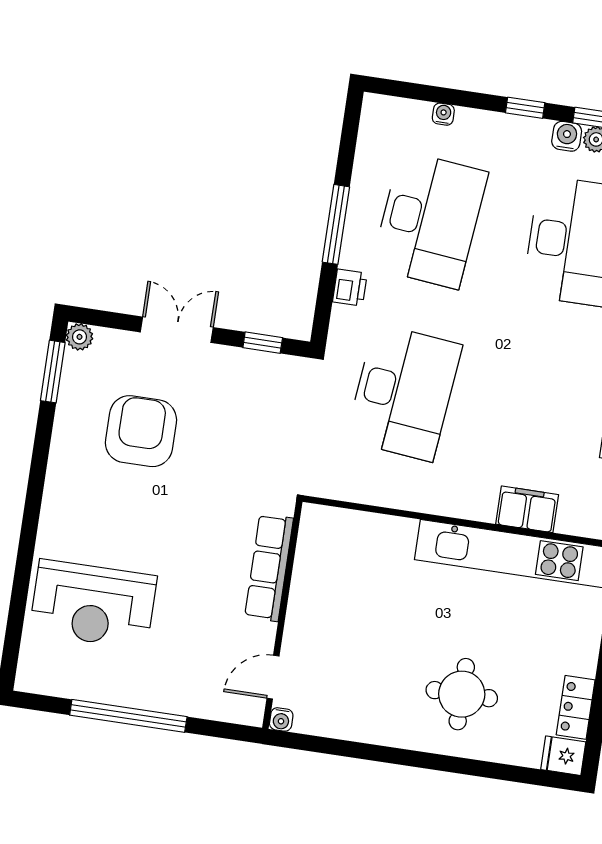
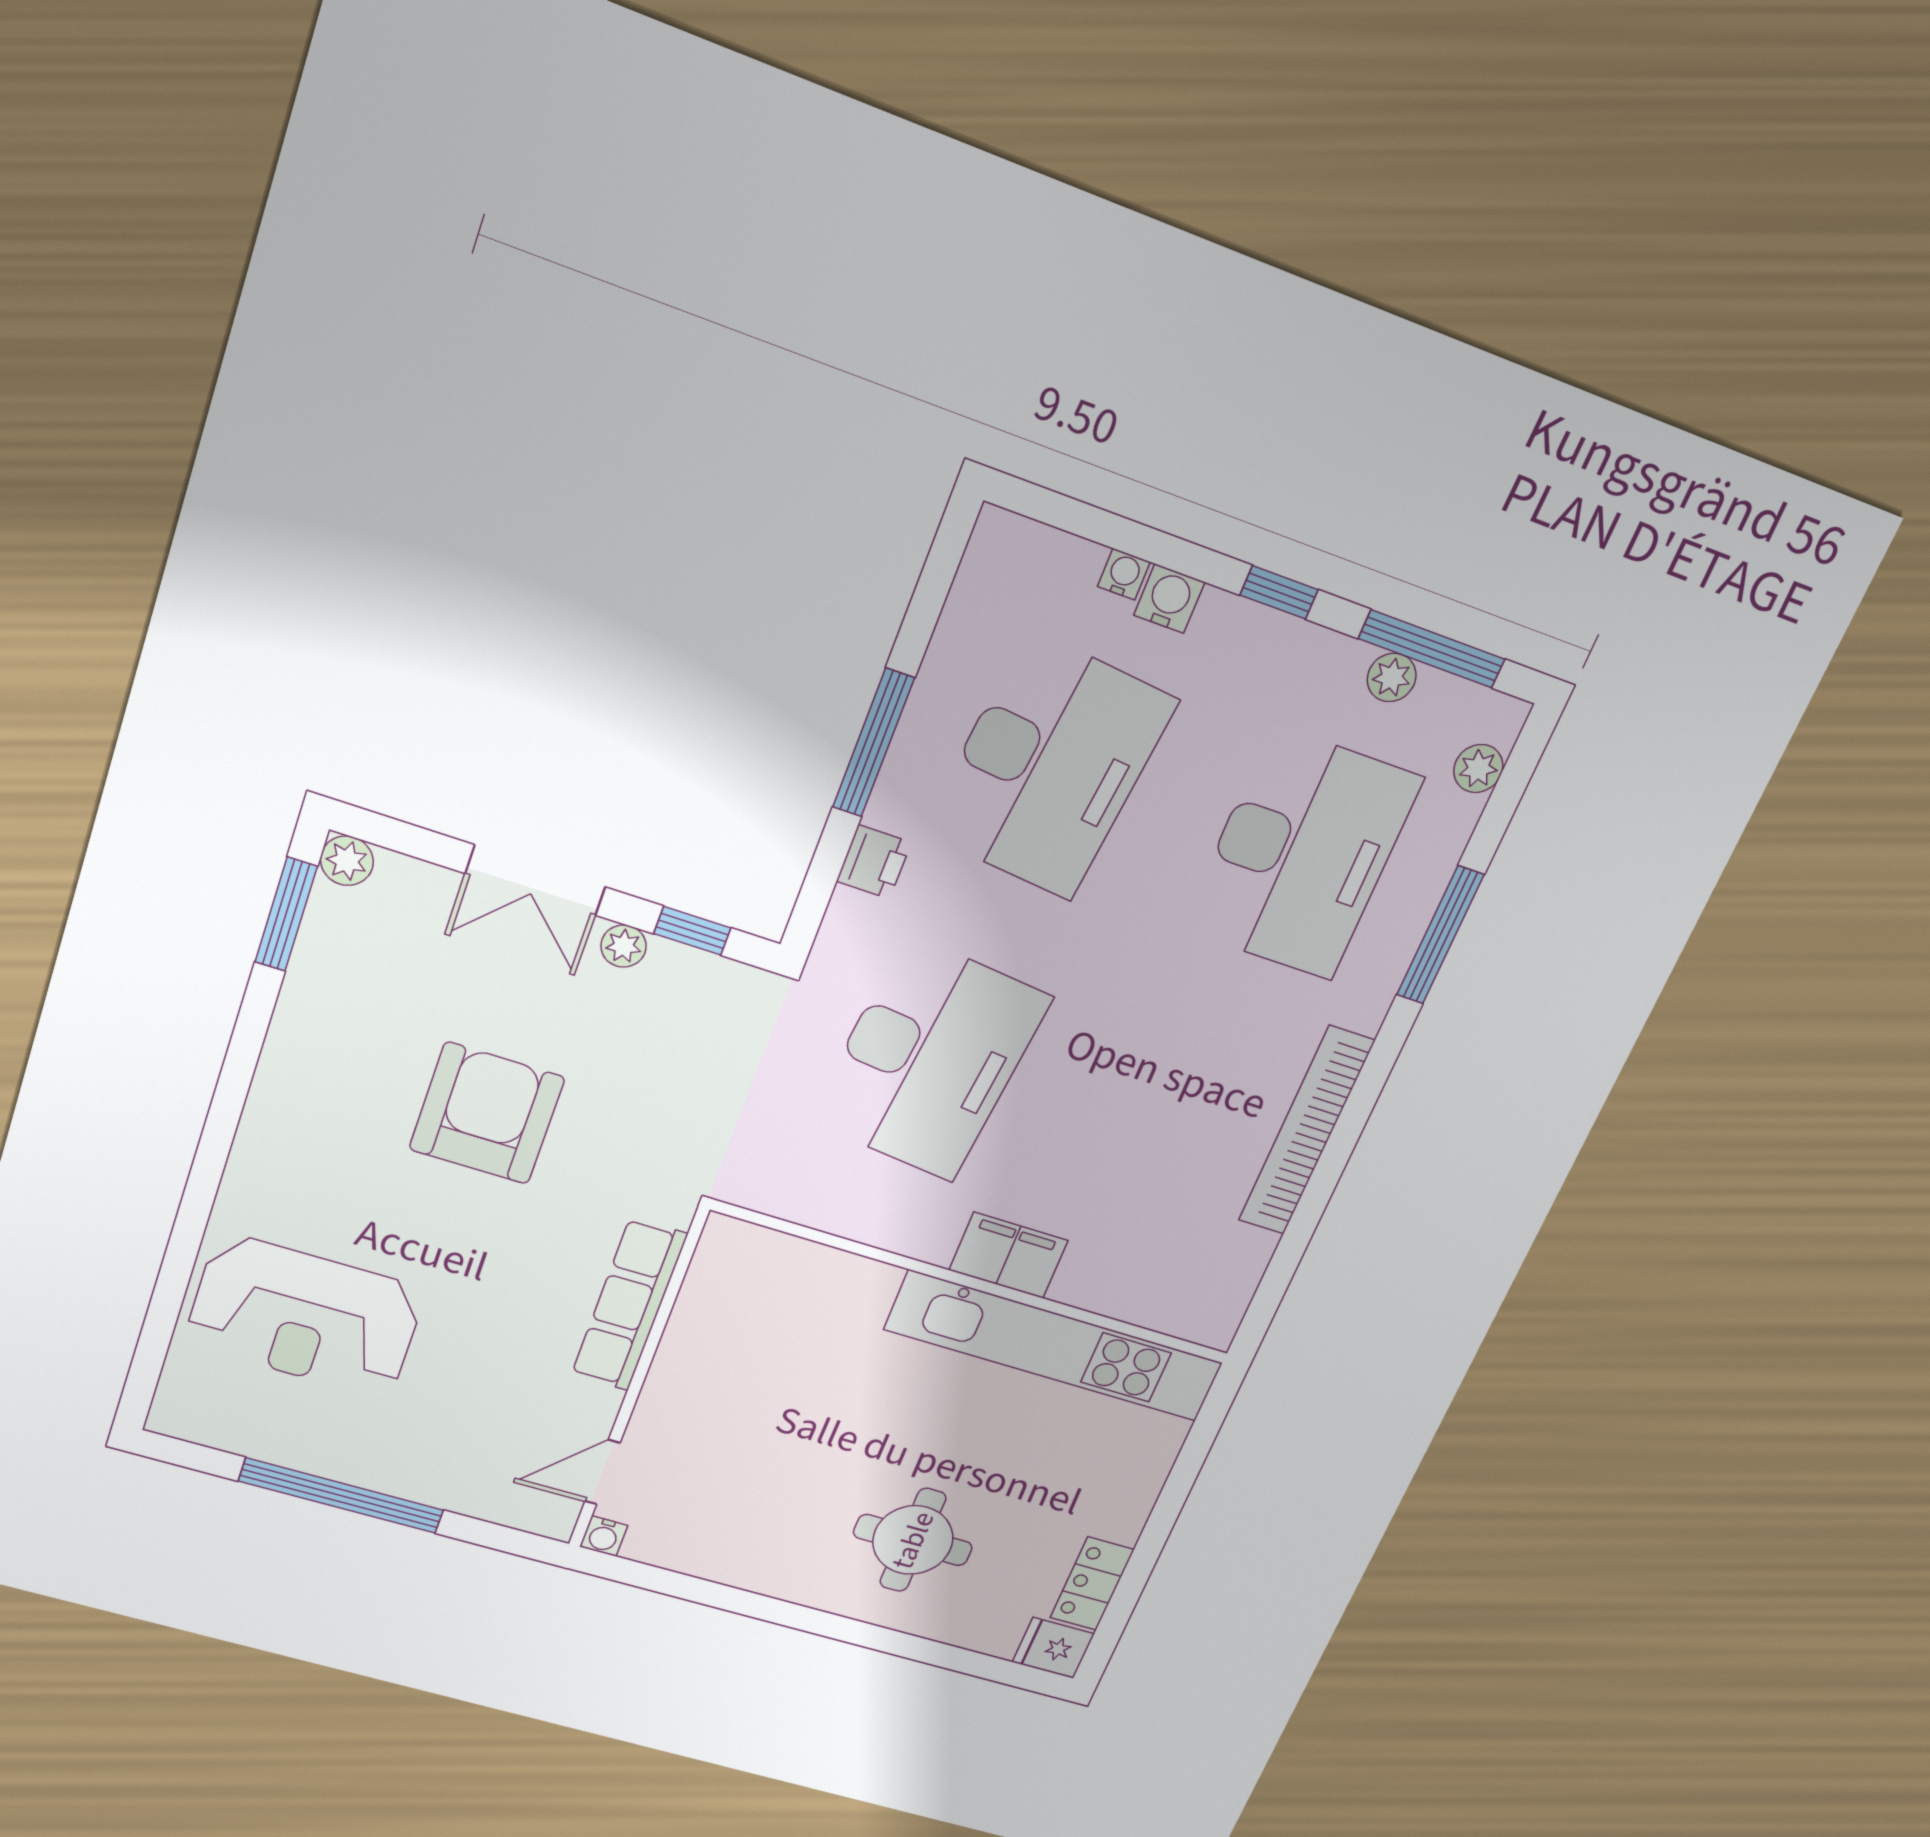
water cooler: (567, 136) -> (1169, 599), moved
double door: (177, 330) -> (535, 880), swing flipped
plant: (228, 358) -> (624, 946), added
armchair: (141, 431) -> (487, 1113), moved
filing cabinet: (527, 509) -> (1009, 1255), moved

